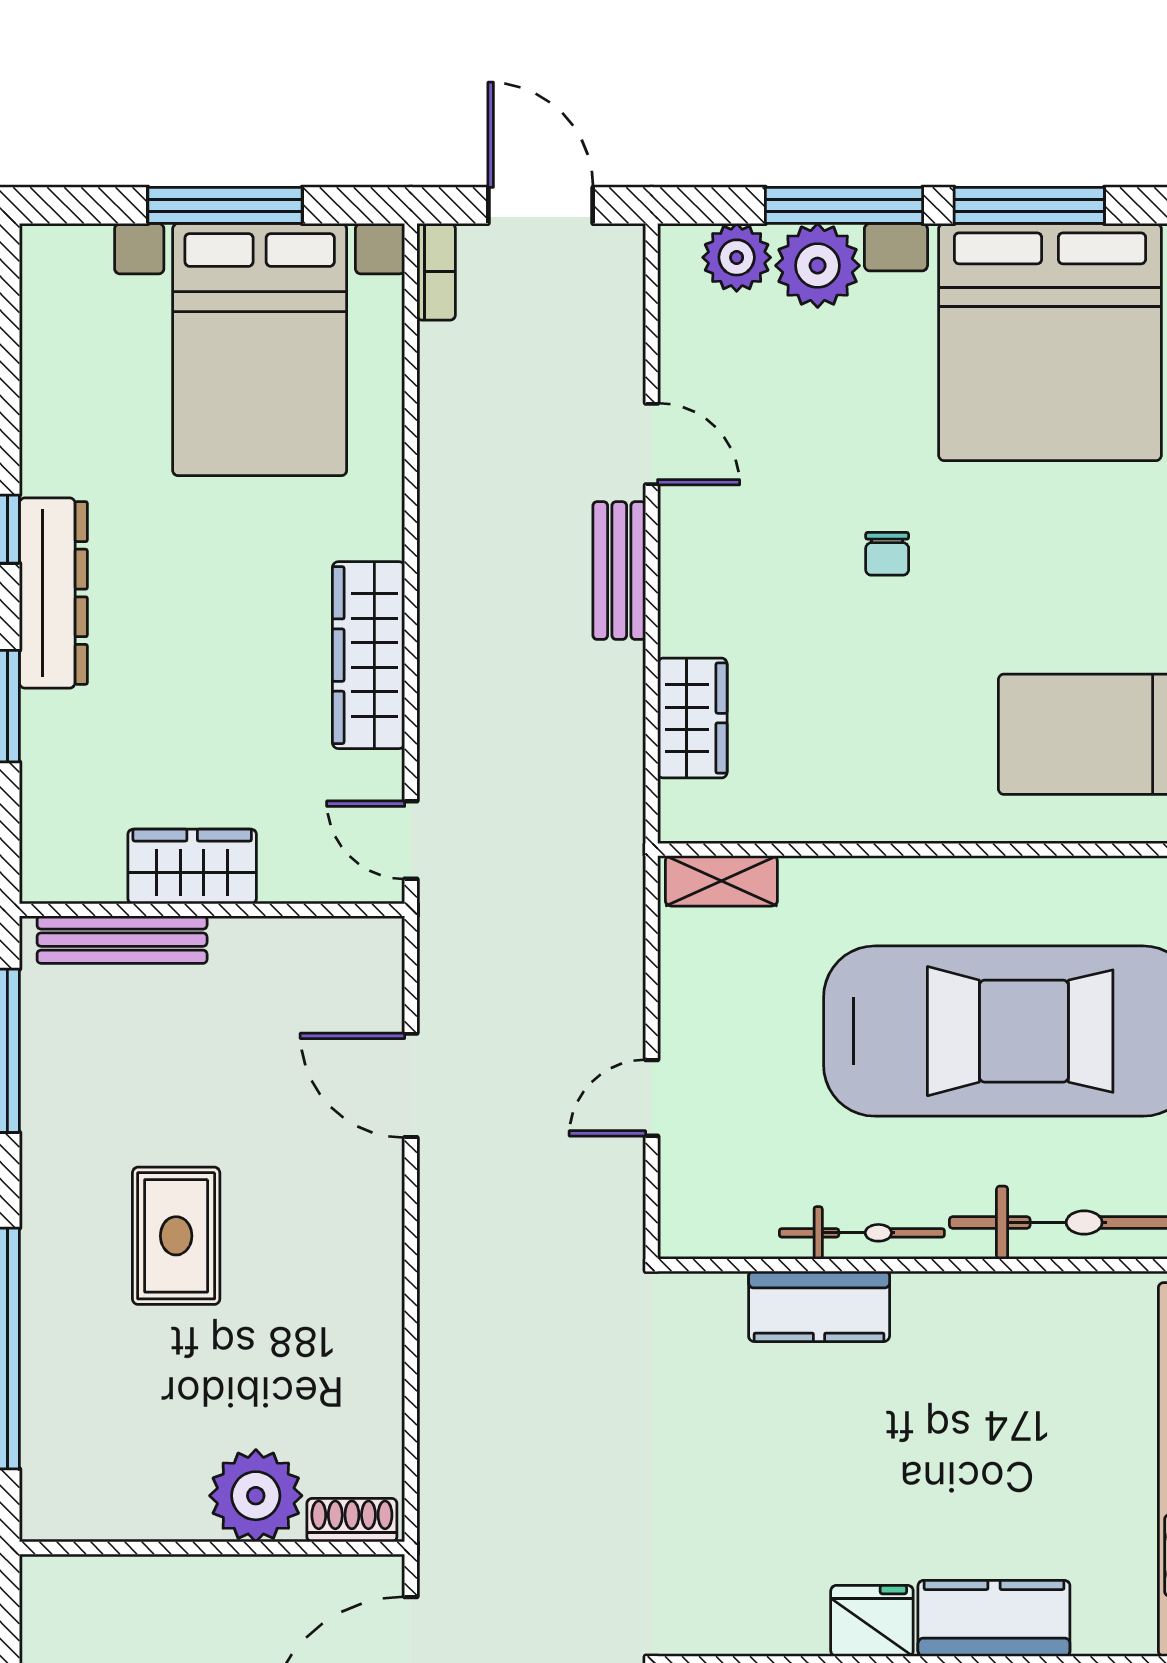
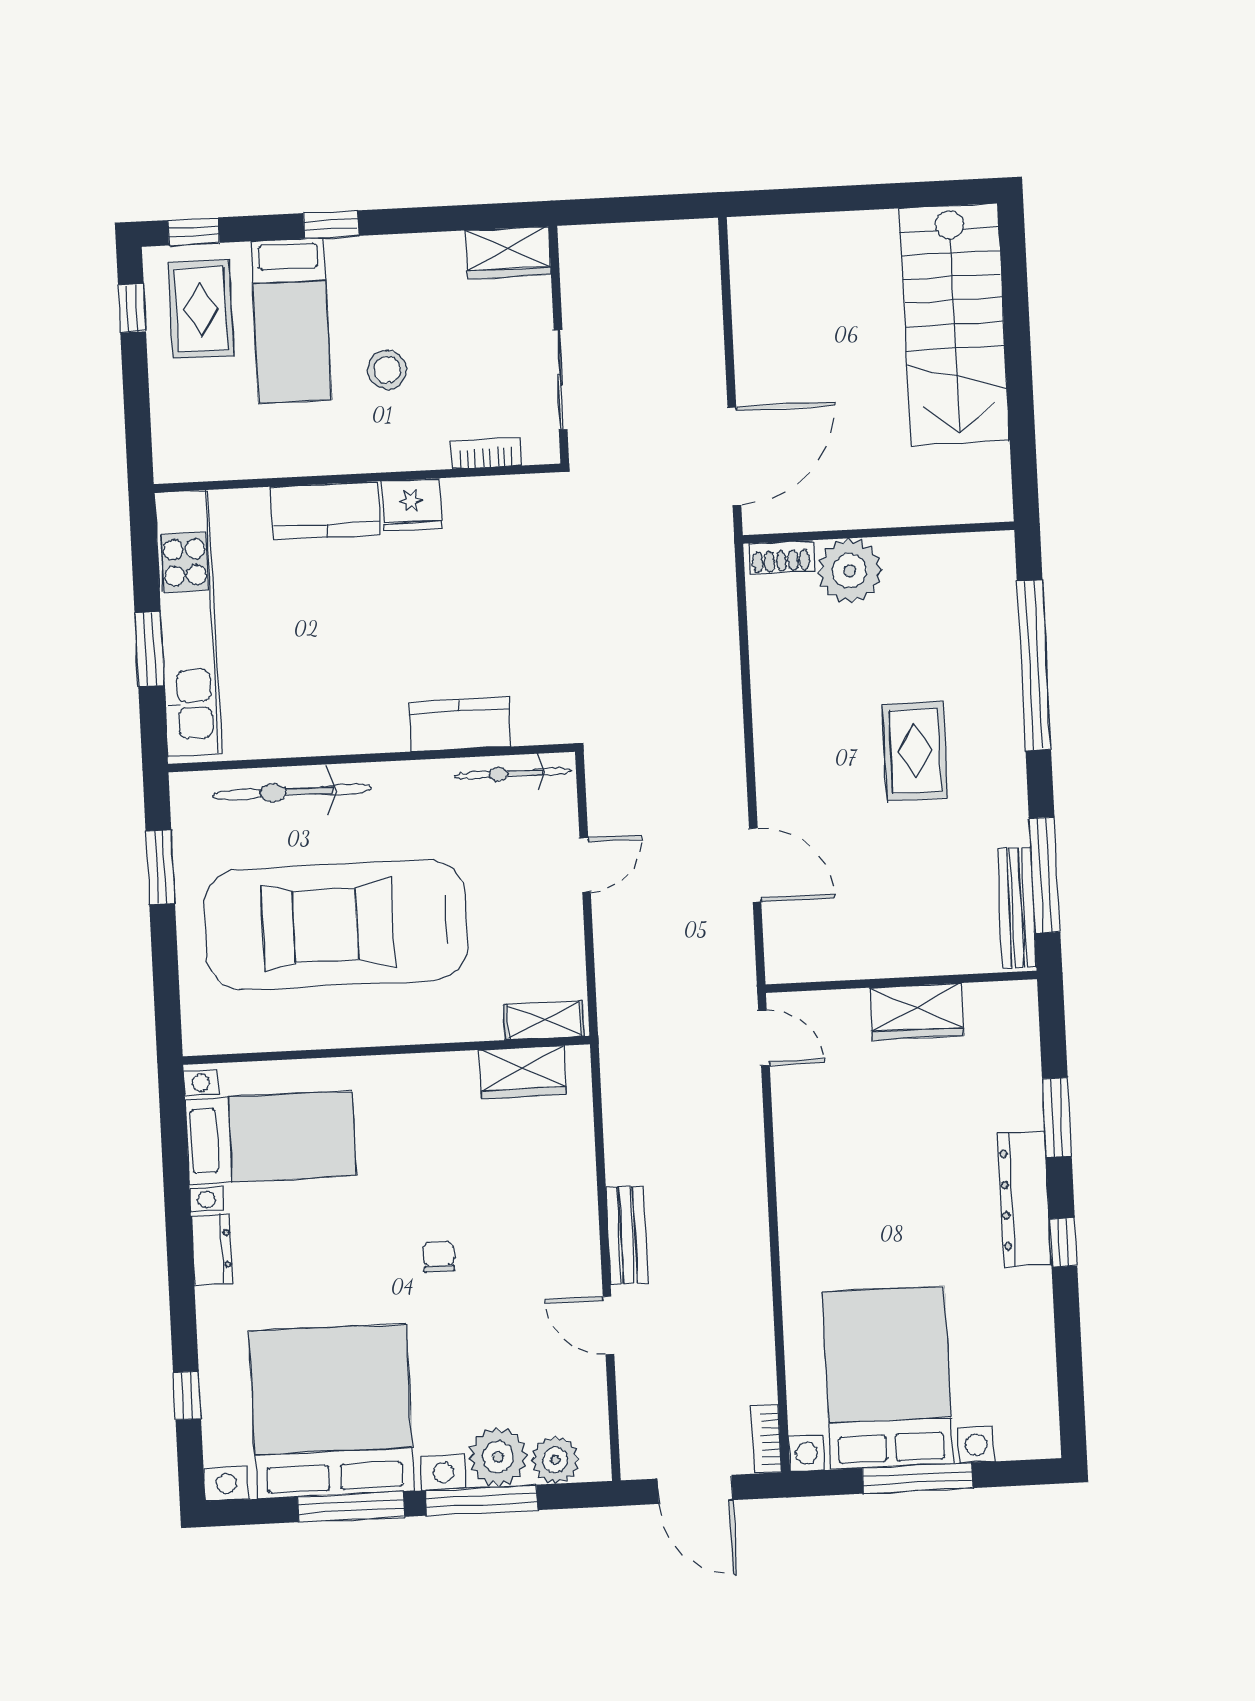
wardrobe: (369, 655) -> (800, 1167), removed
wardrobe: (692, 718) -> (523, 1072), moved, turned -90
bench: (122, 940) -> (1017, 907), moved, turned 90
bicycle: (862, 1233) -> (513, 773), moved

